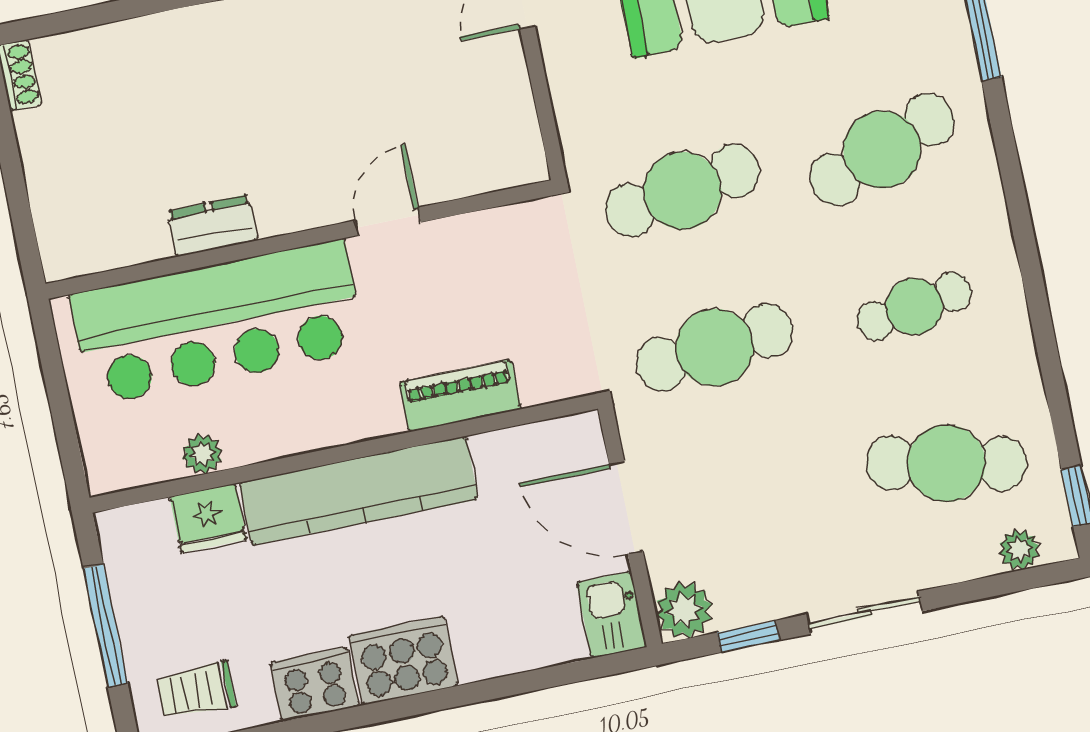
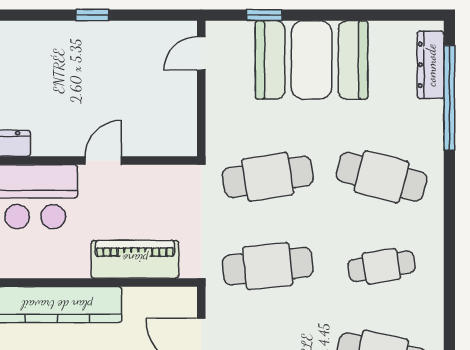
cafe table: (882, 150) -> (382, 177), turned 36
piano: (460, 396) -> (135, 259), width x1.37, depth x1.33

